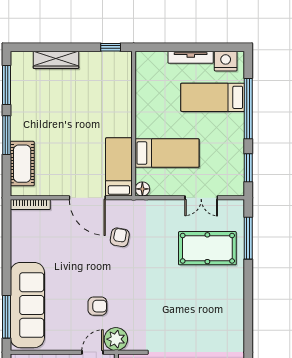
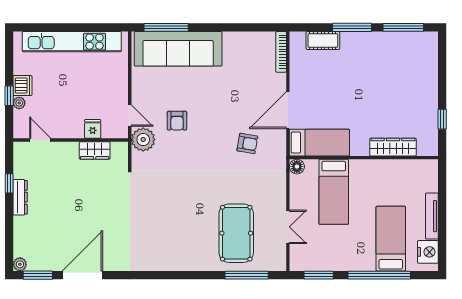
window: (111, 47) -> (442, 119), moved
wardrobe: (56, 60) -> (393, 147), moved, turned 90
cot: (22, 164) -> (323, 40), width x0.73, depth x0.75
double door: (201, 198) -> (288, 227), swing flipped

